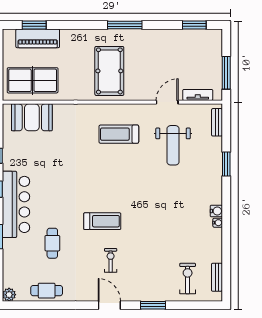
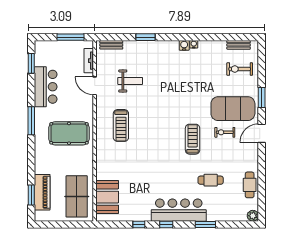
bar counter: (166, 43) -> (46, 87), added
weight bench: (173, 145) -> (130, 81), width x0.73, depth x0.75
exercise mat: (139, 270) -> (233, 109), added

